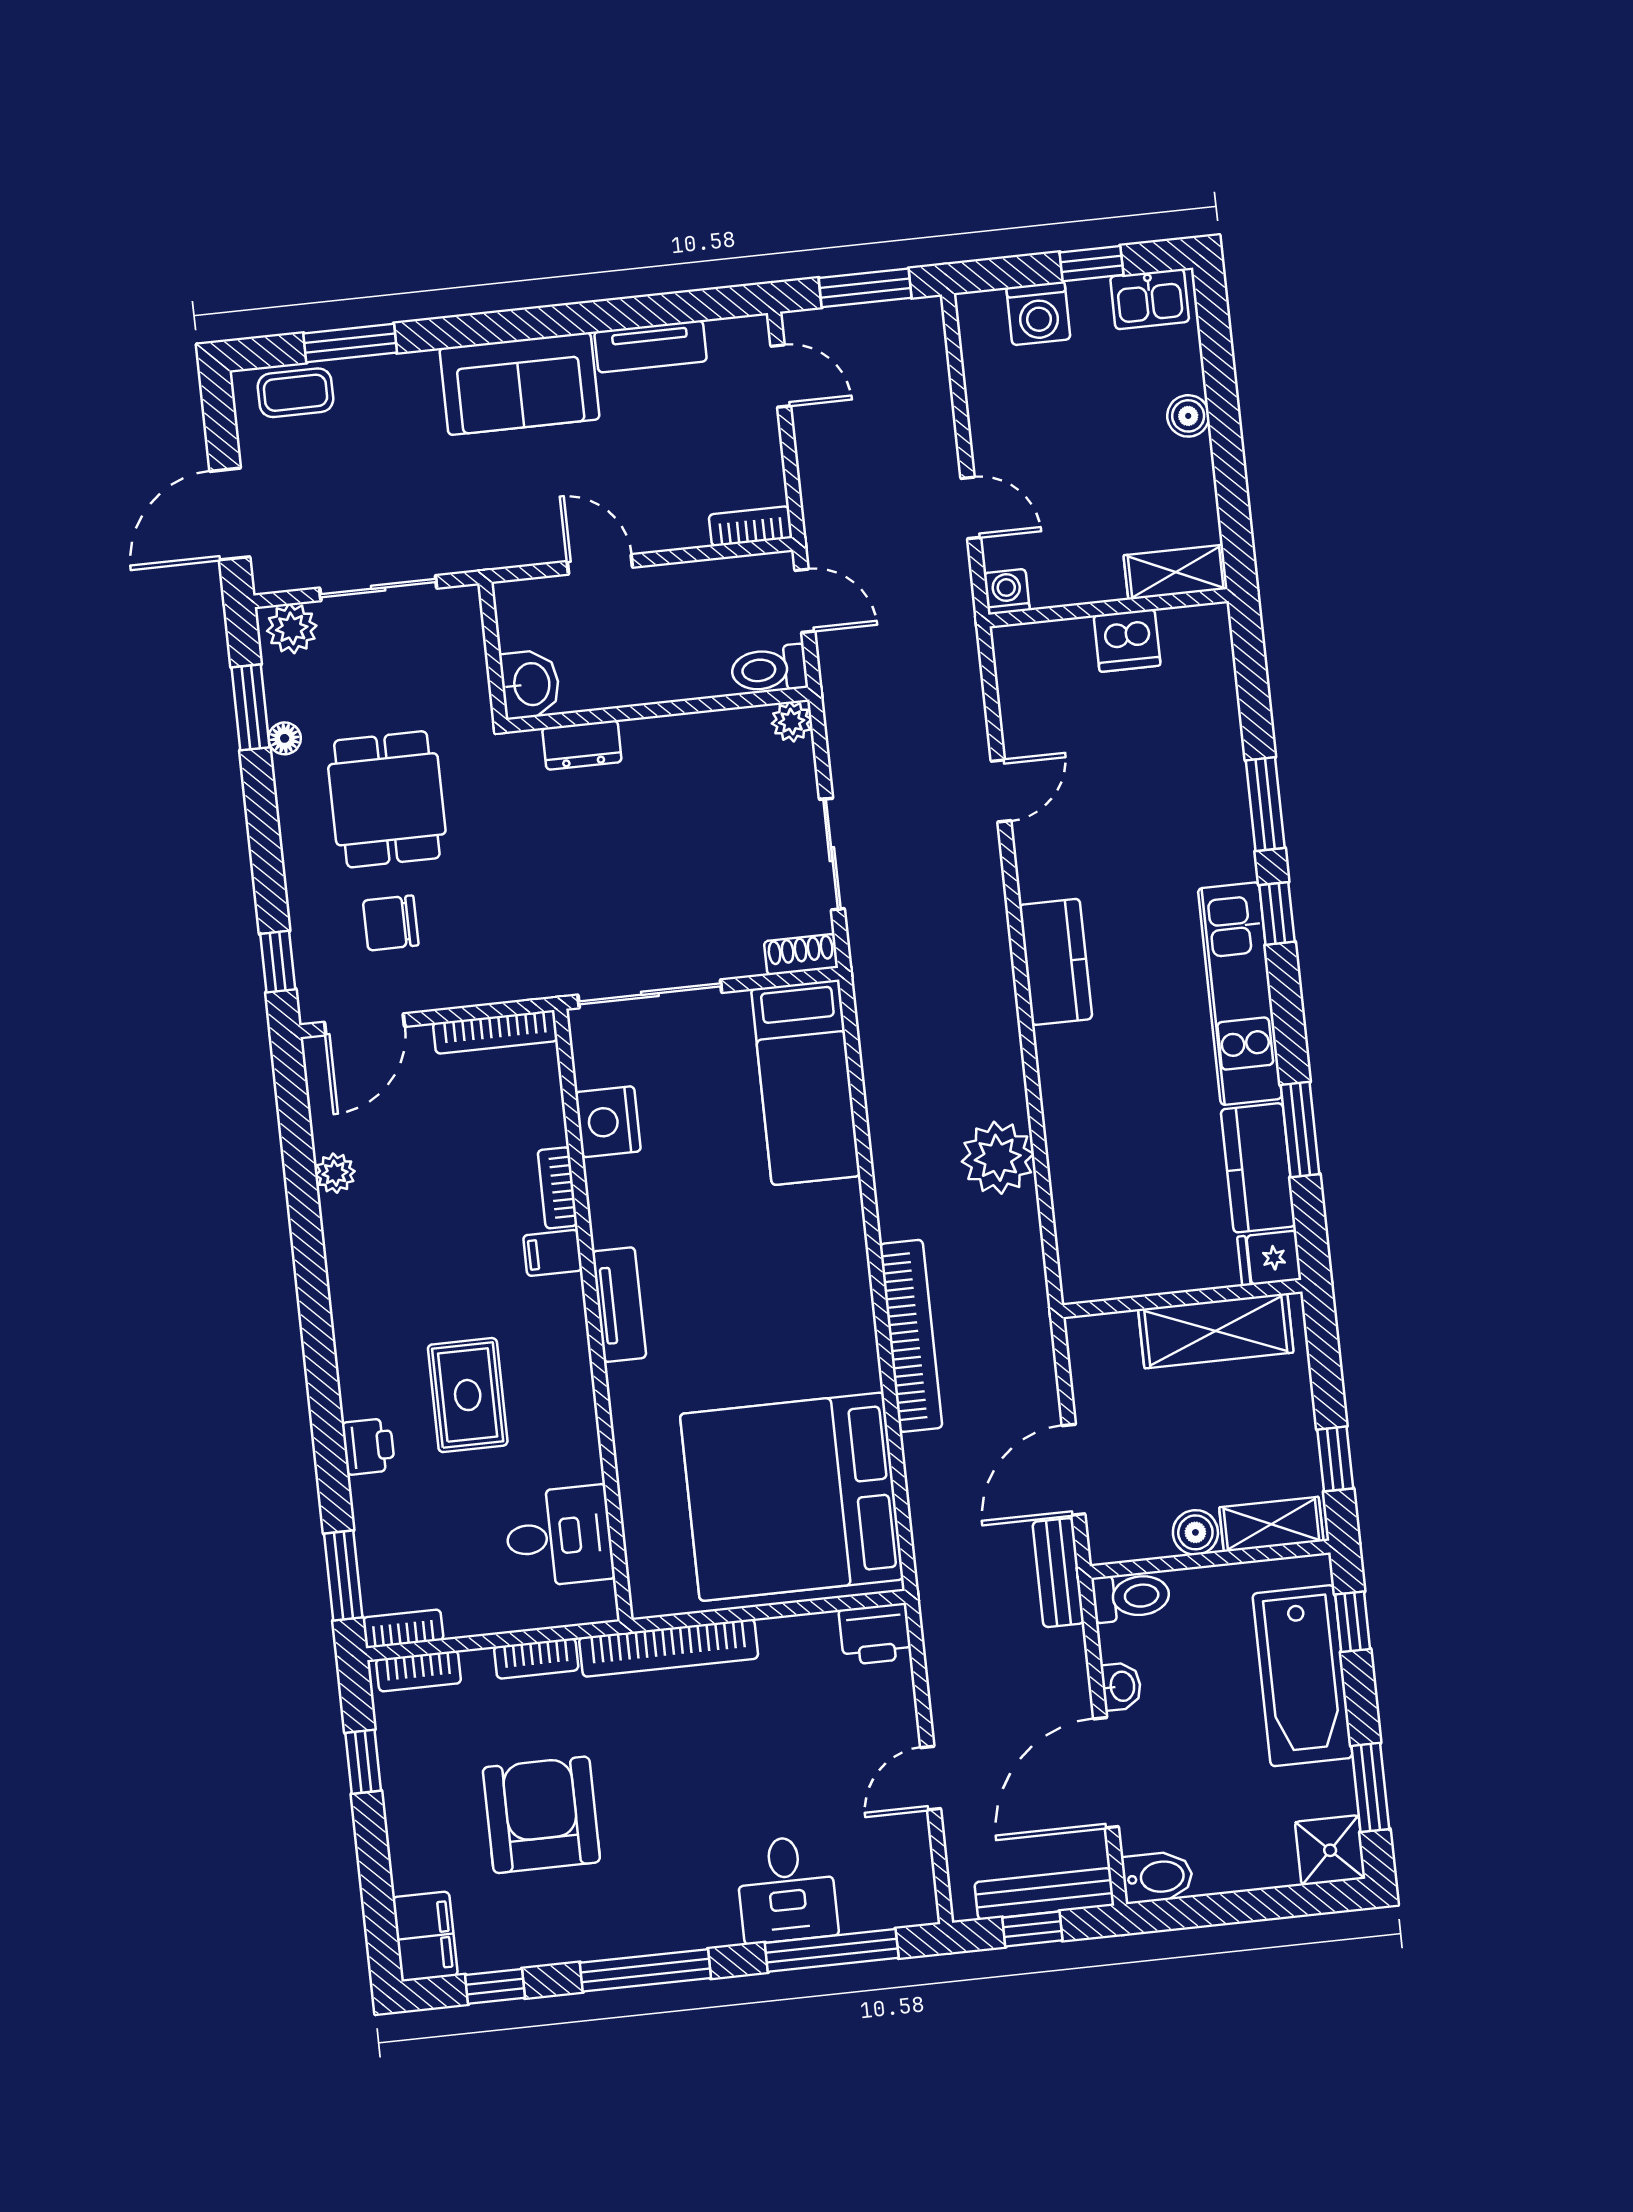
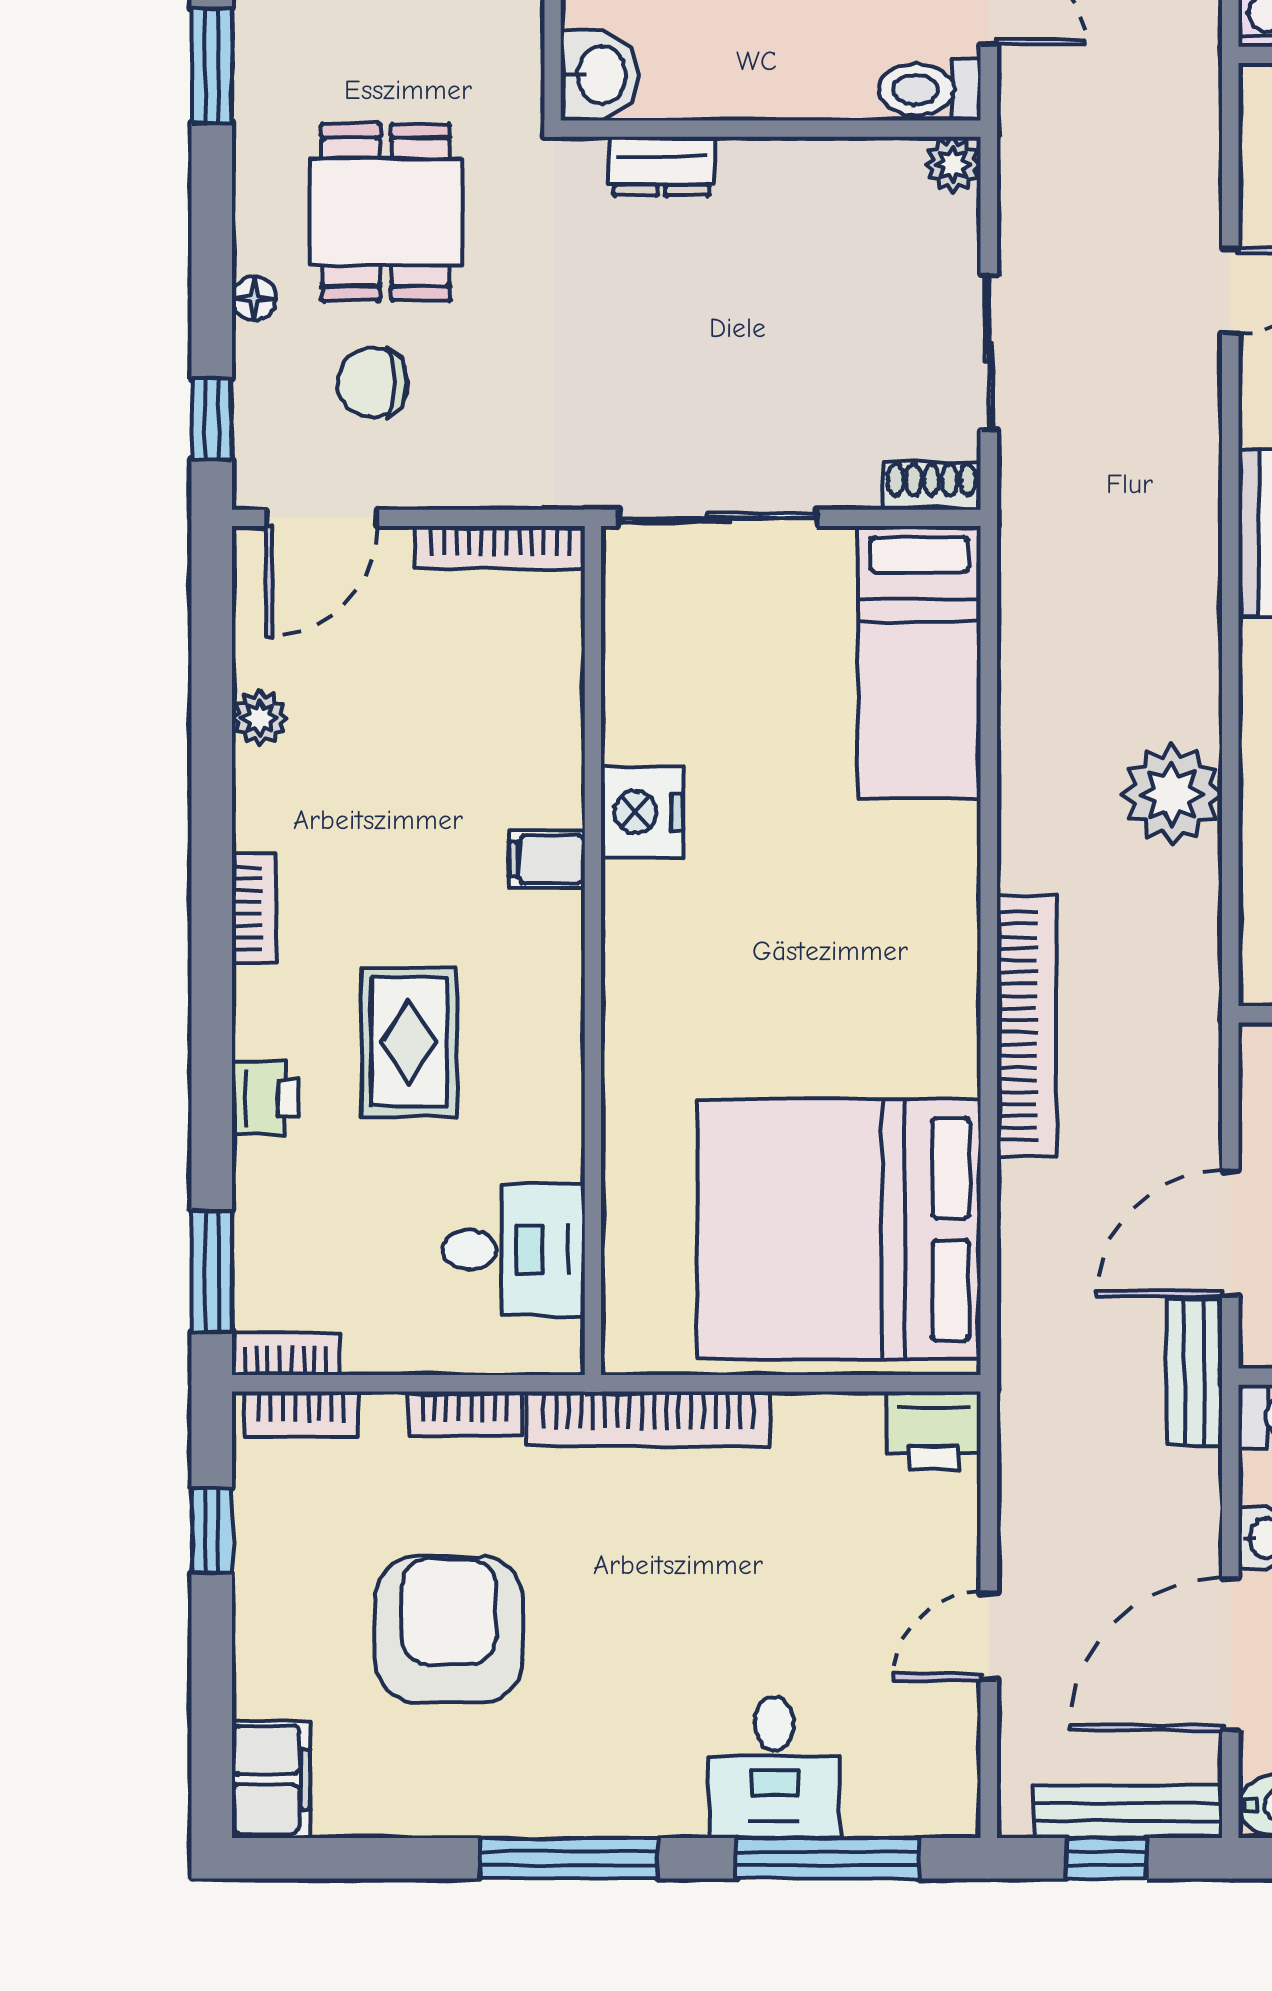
floor lamp: (285, 738) -> (254, 298), moved
nightstand: (608, 1122) -> (642, 812), moved
bookcase: (558, 1188) -> (254, 908), moved, turned 180
tv unit: (619, 1305) -> (630, 940), removed
window: (495, 1986) -> (360, 1858), removed

